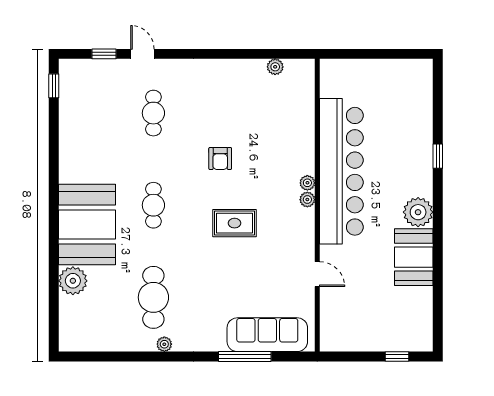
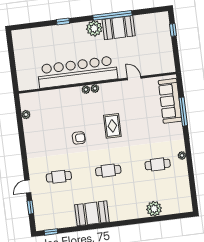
booth: (87, 225) -> (92, 213), moved, width x0.73, depth x0.70
window: (438, 248) -> (112, 15), added
door: (317, 274) -> (134, 78), hinge flipped
cafe table: (153, 297) -> (158, 164), width x0.73, depth x0.74

